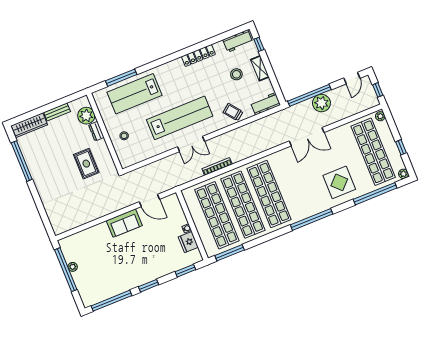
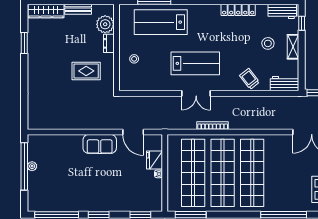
lab bench: (180, 118) -> (195, 63), width x0.73
window: (22, 161) -> (24, 43), width x0.47
rug: (86, 164) -> (86, 71), turned 90
fridge: (188, 242) -> (155, 160), moved

